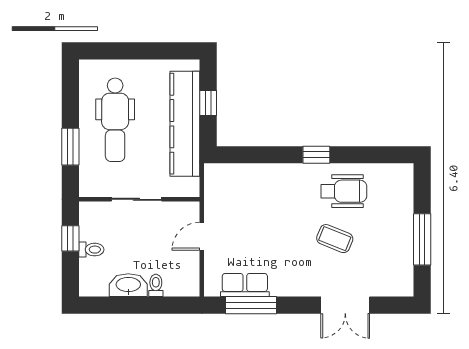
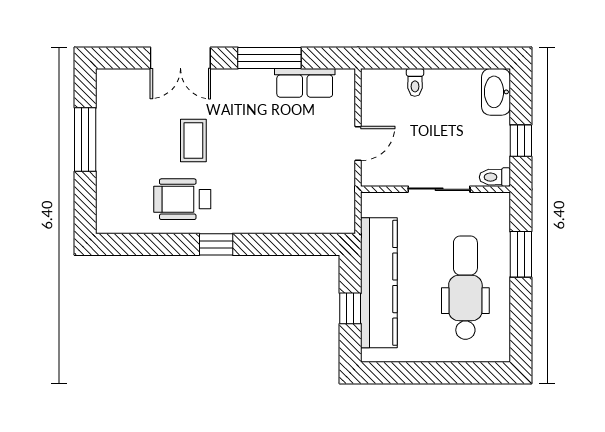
coffee table: (335, 239) -> (193, 141), turned 68
toilet: (91, 250) -> (495, 177), moved
washbasin: (128, 285) -> (496, 92), moved, turned 90
window: (251, 305) -> (269, 58), moved
double door: (345, 305) -> (180, 58), swing flipped

